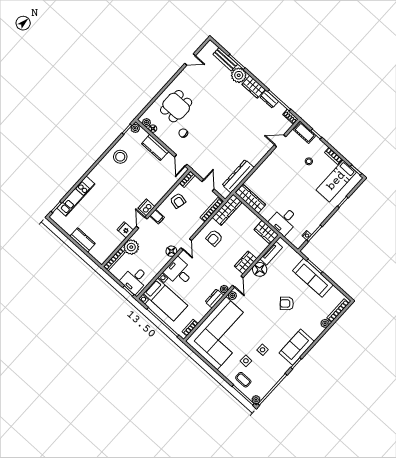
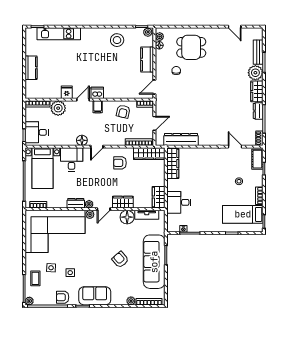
sofa: (313, 278) -> (154, 262), width x1.36, depth x1.27
armchair: (276, 372) -> (63, 297), added

